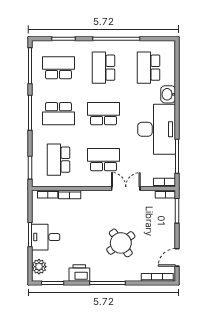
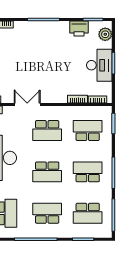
school desk: (104, 68) -> (47, 213), turned -90
school desk: (59, 160) -> (88, 131), turned -90
double door: (126, 189) -> (27, 105), swing flipped
desk: (46, 237) -> (99, 65), width x1.37
round table: (121, 243) -> (32, 56), removed
printer: (79, 273) -> (79, 28), moved

